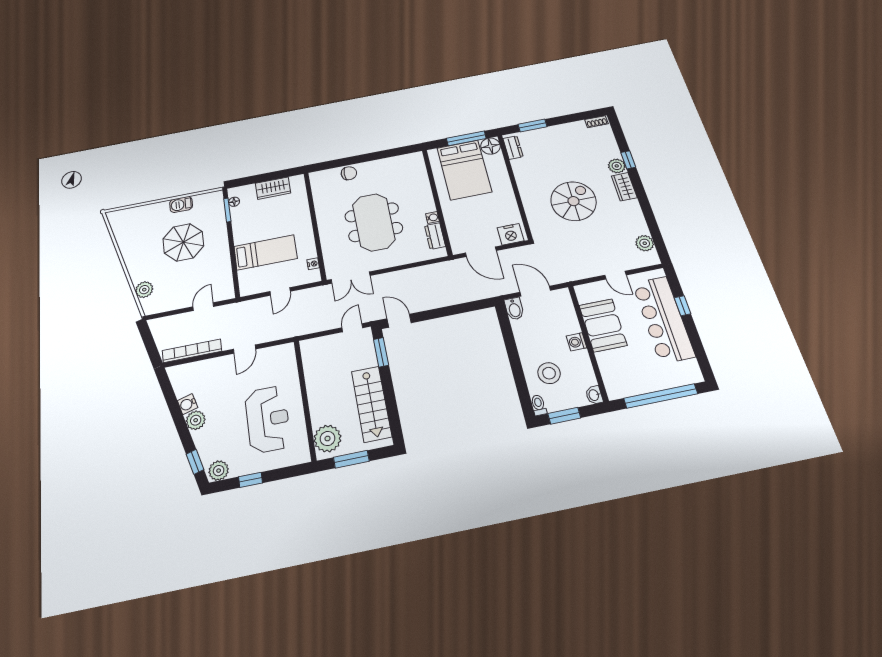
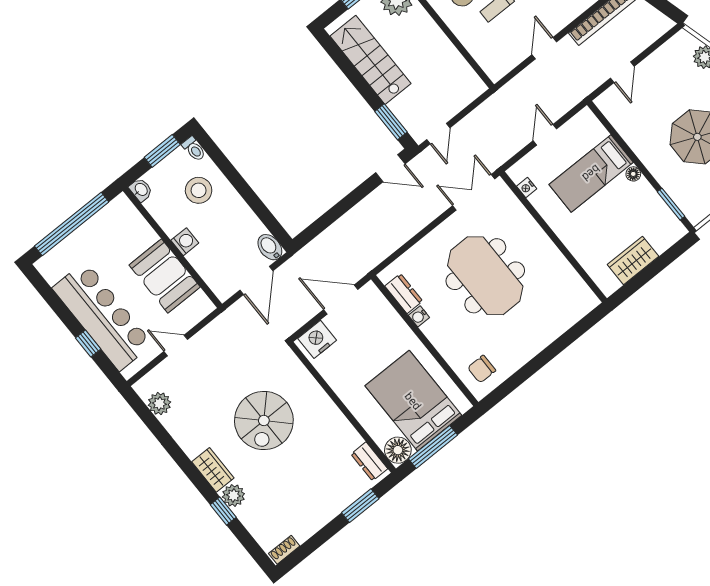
chair: (349, 173) -> (482, 369), moved
floor lamp: (234, 202) -> (633, 174), moved
door: (535, 291) -> (256, 280), hinge flipped

